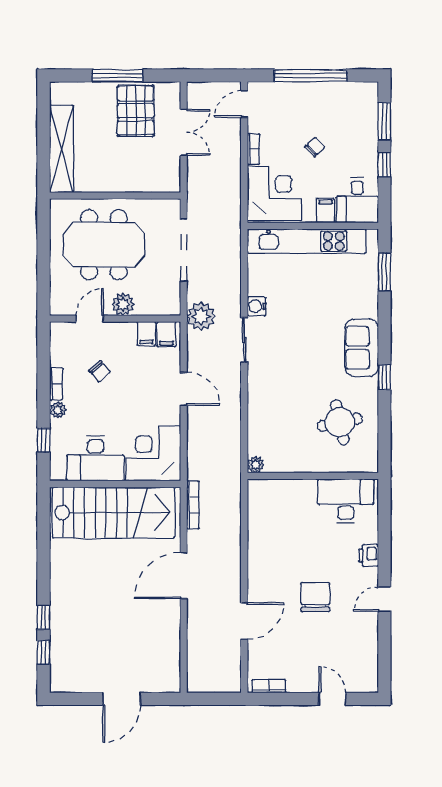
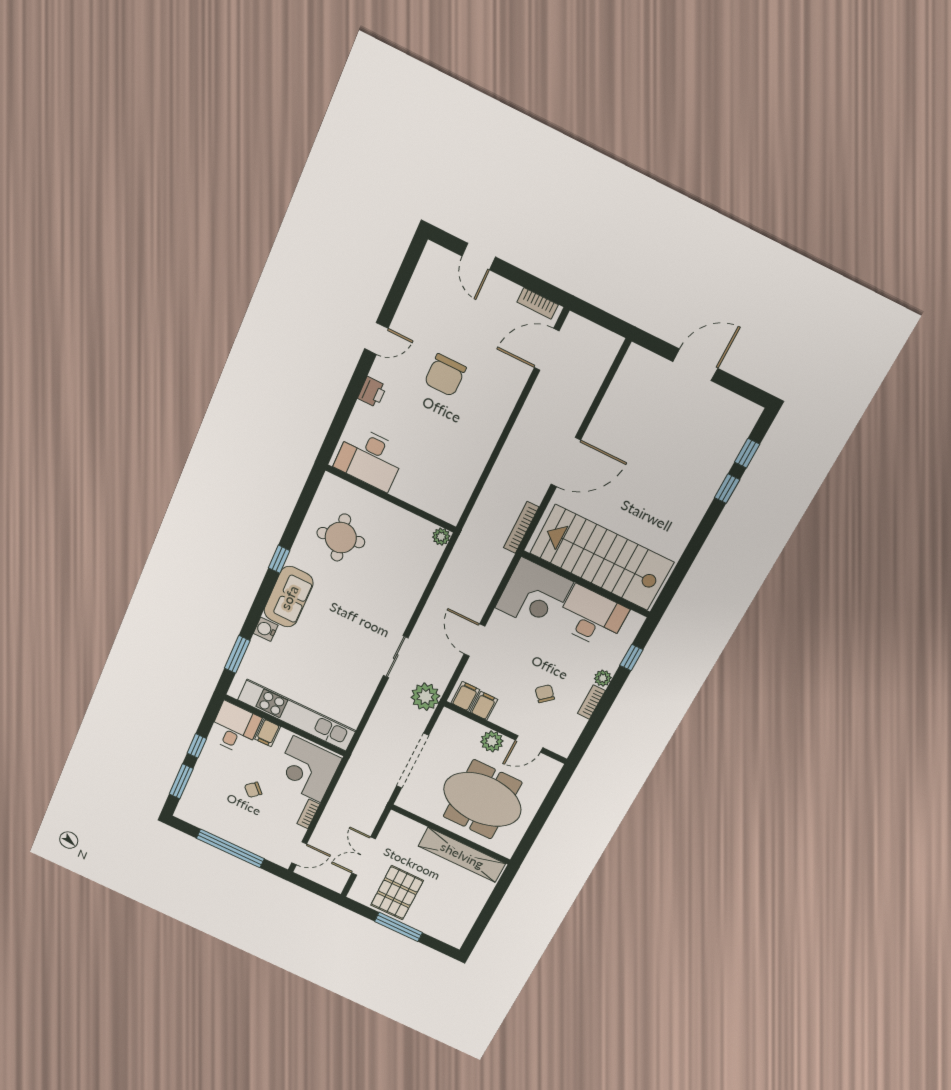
shelving: (61, 149) -> (462, 855), moved, turned 90
water cooler: (257, 306) -> (266, 629), moved, turned 180
door: (244, 621) -> (547, 349), moved

